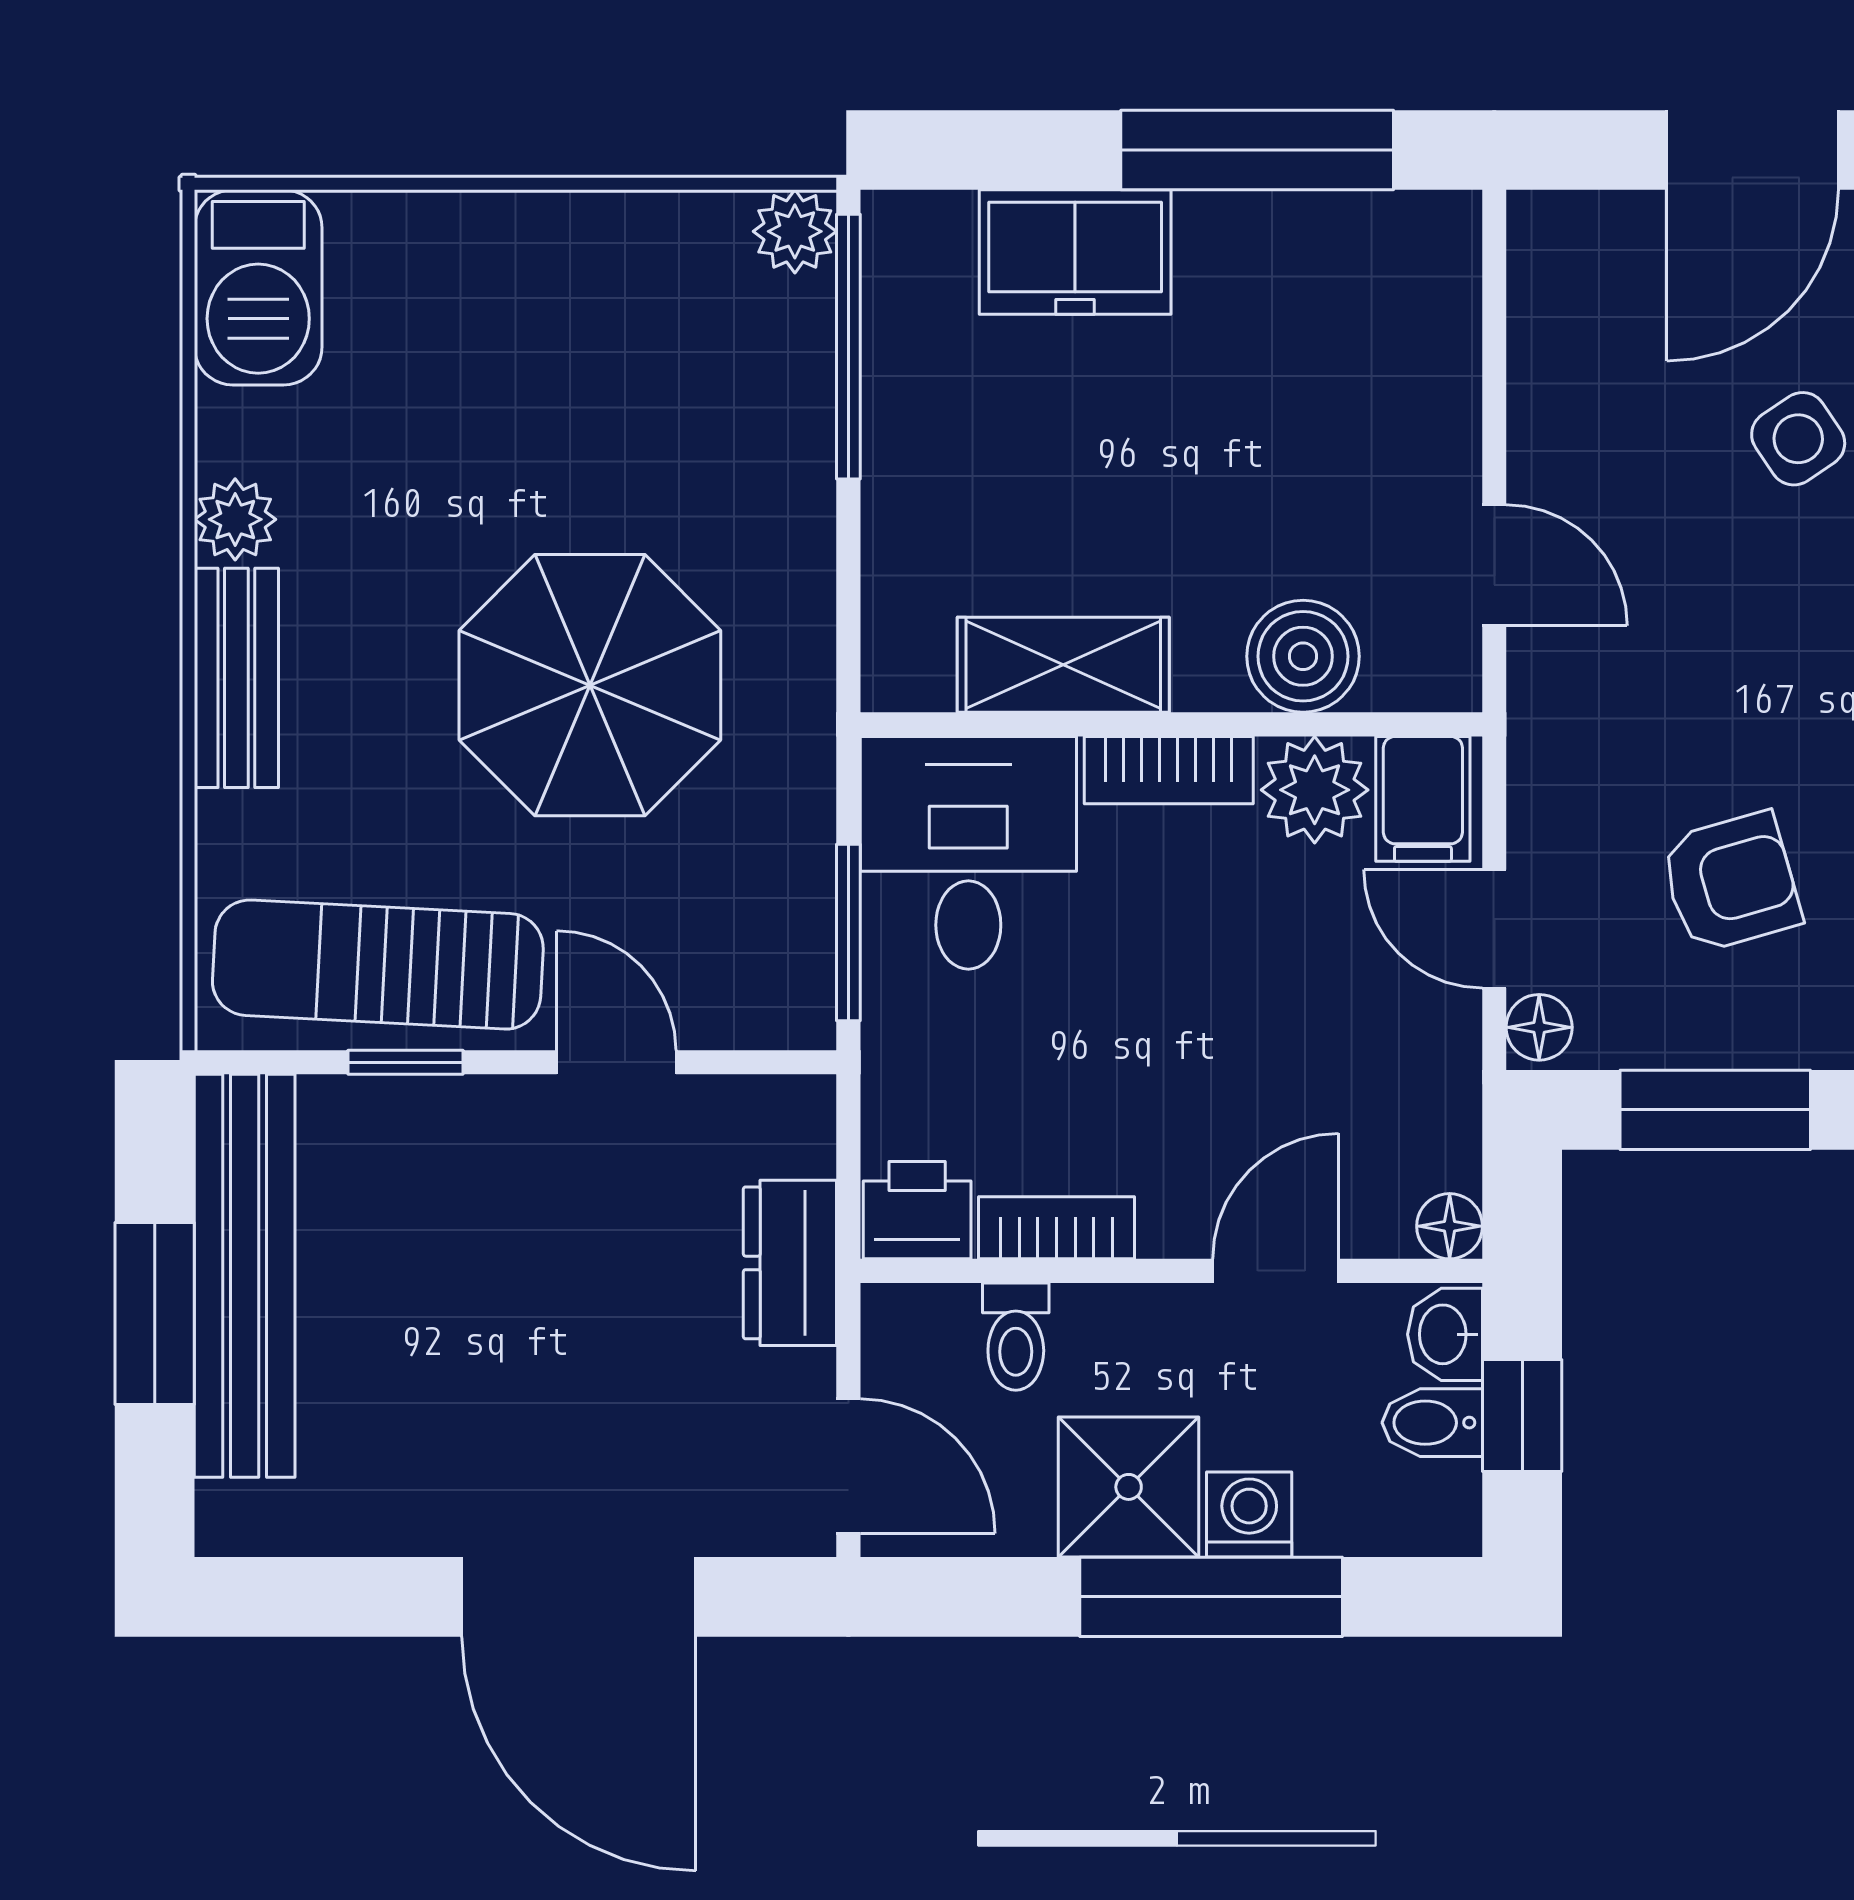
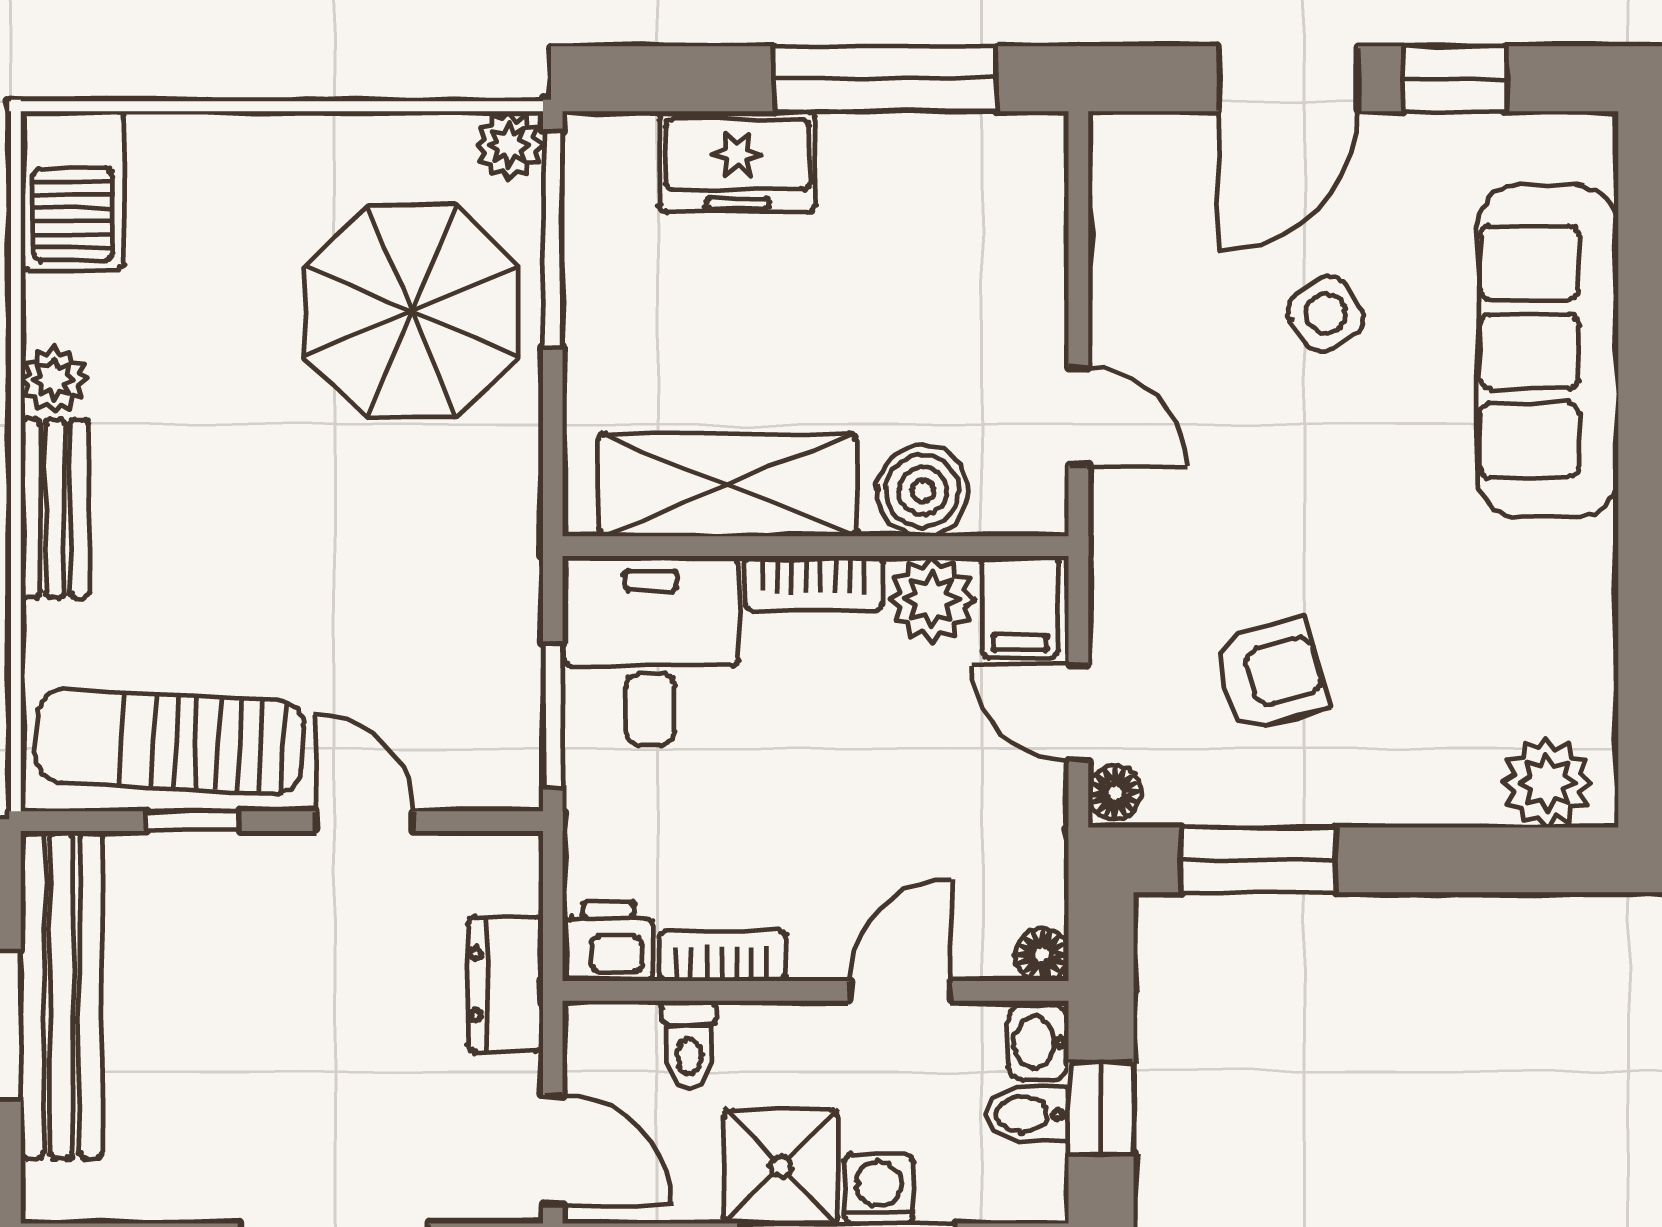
shelving: (1063, 665) -> (728, 485), width x1.50, depth x1.33
parasol: (590, 685) -> (411, 311), moved

